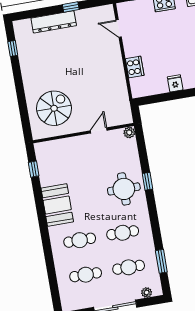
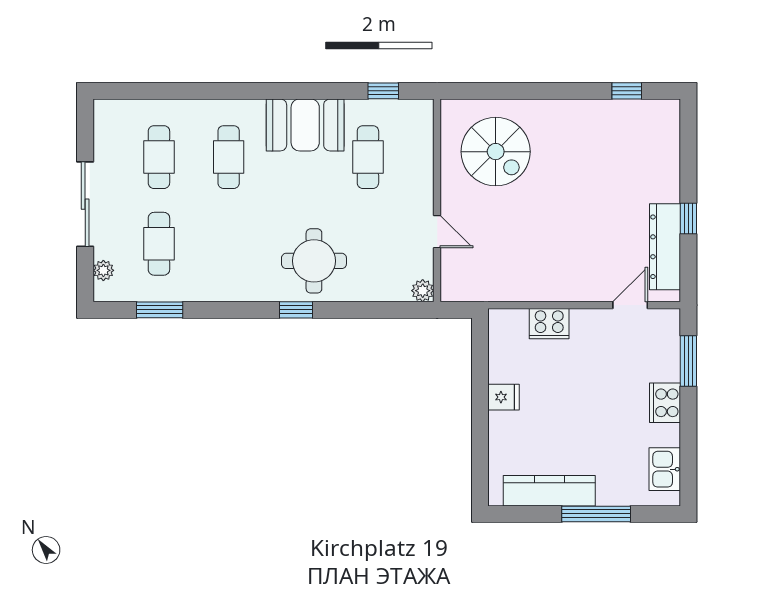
dresser: (54, 22) -> (665, 247), moved
window: (147, 181) -> (296, 310), moved
cafe table: (123, 233) -> (368, 157), moved

